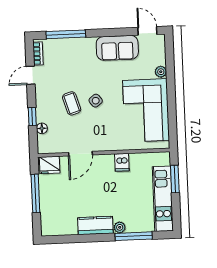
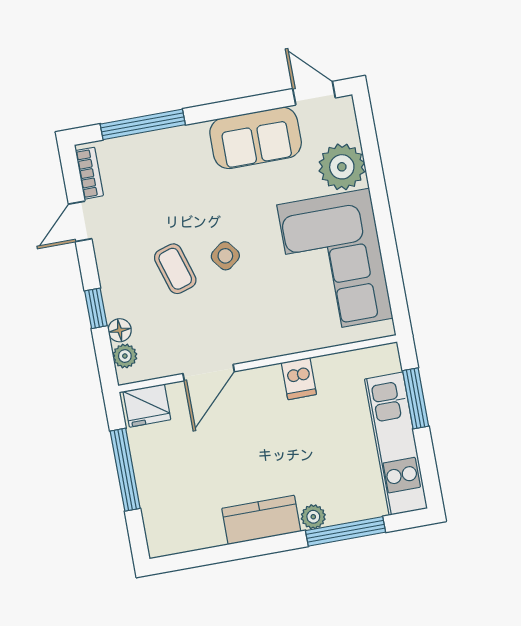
plant: (161, 72) -> (342, 167), width x1.87, depth x1.87
plant: (43, 141) -> (125, 356), added

